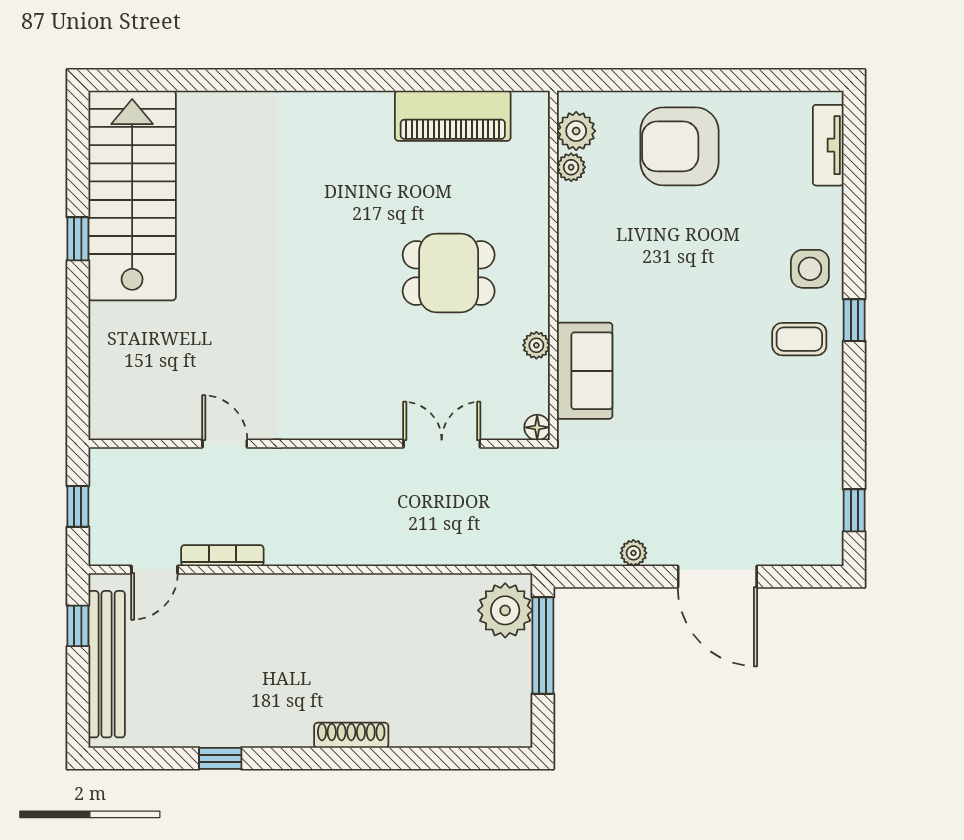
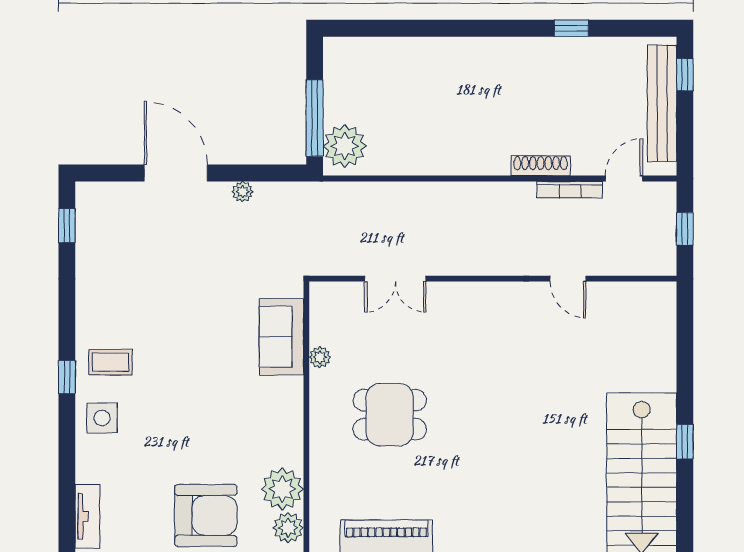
plant: (571, 167) -> (282, 489), width x1.88, depth x1.88
floor lamp: (537, 427) -> (319, 292), removed
window: (78, 626) -> (685, 75), moved
shoe rack: (351, 735) -> (541, 166), moved, turned 180

